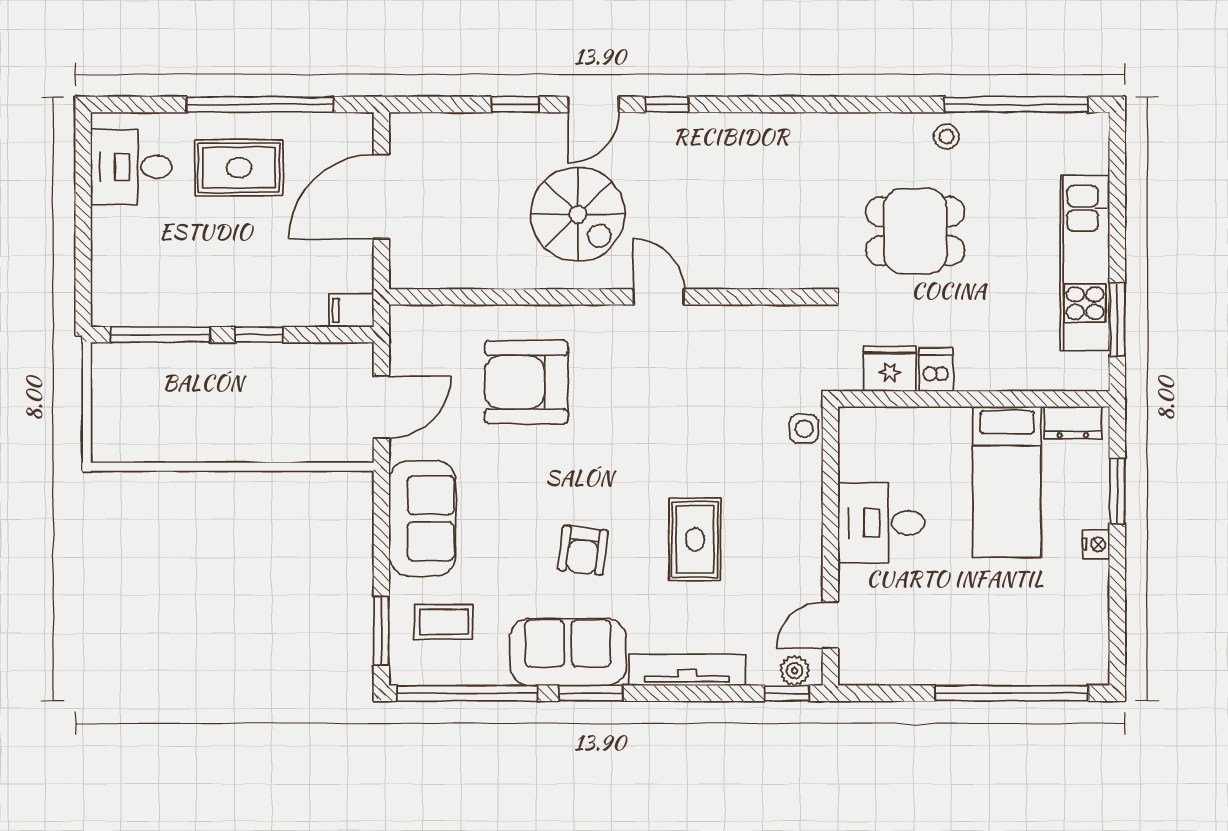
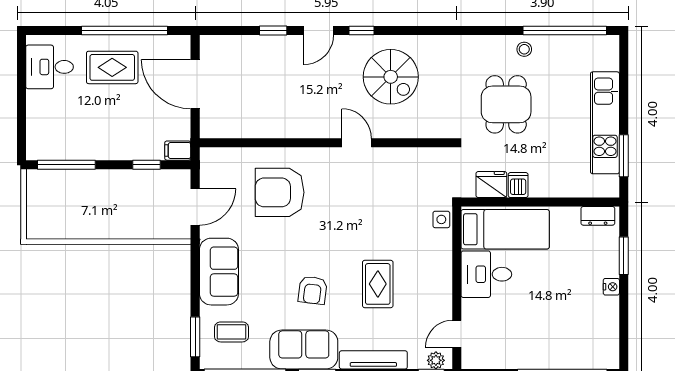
door: (381, 197) -> (195, 84), hinge flipped
spiral stairs: (578, 214) -> (391, 77), moved
dining table: (915, 231) -> (506, 104), turned 90
window: (259, 335) -> (147, 165), moved
bed: (1007, 482) -> (505, 229), moved, turned -90

